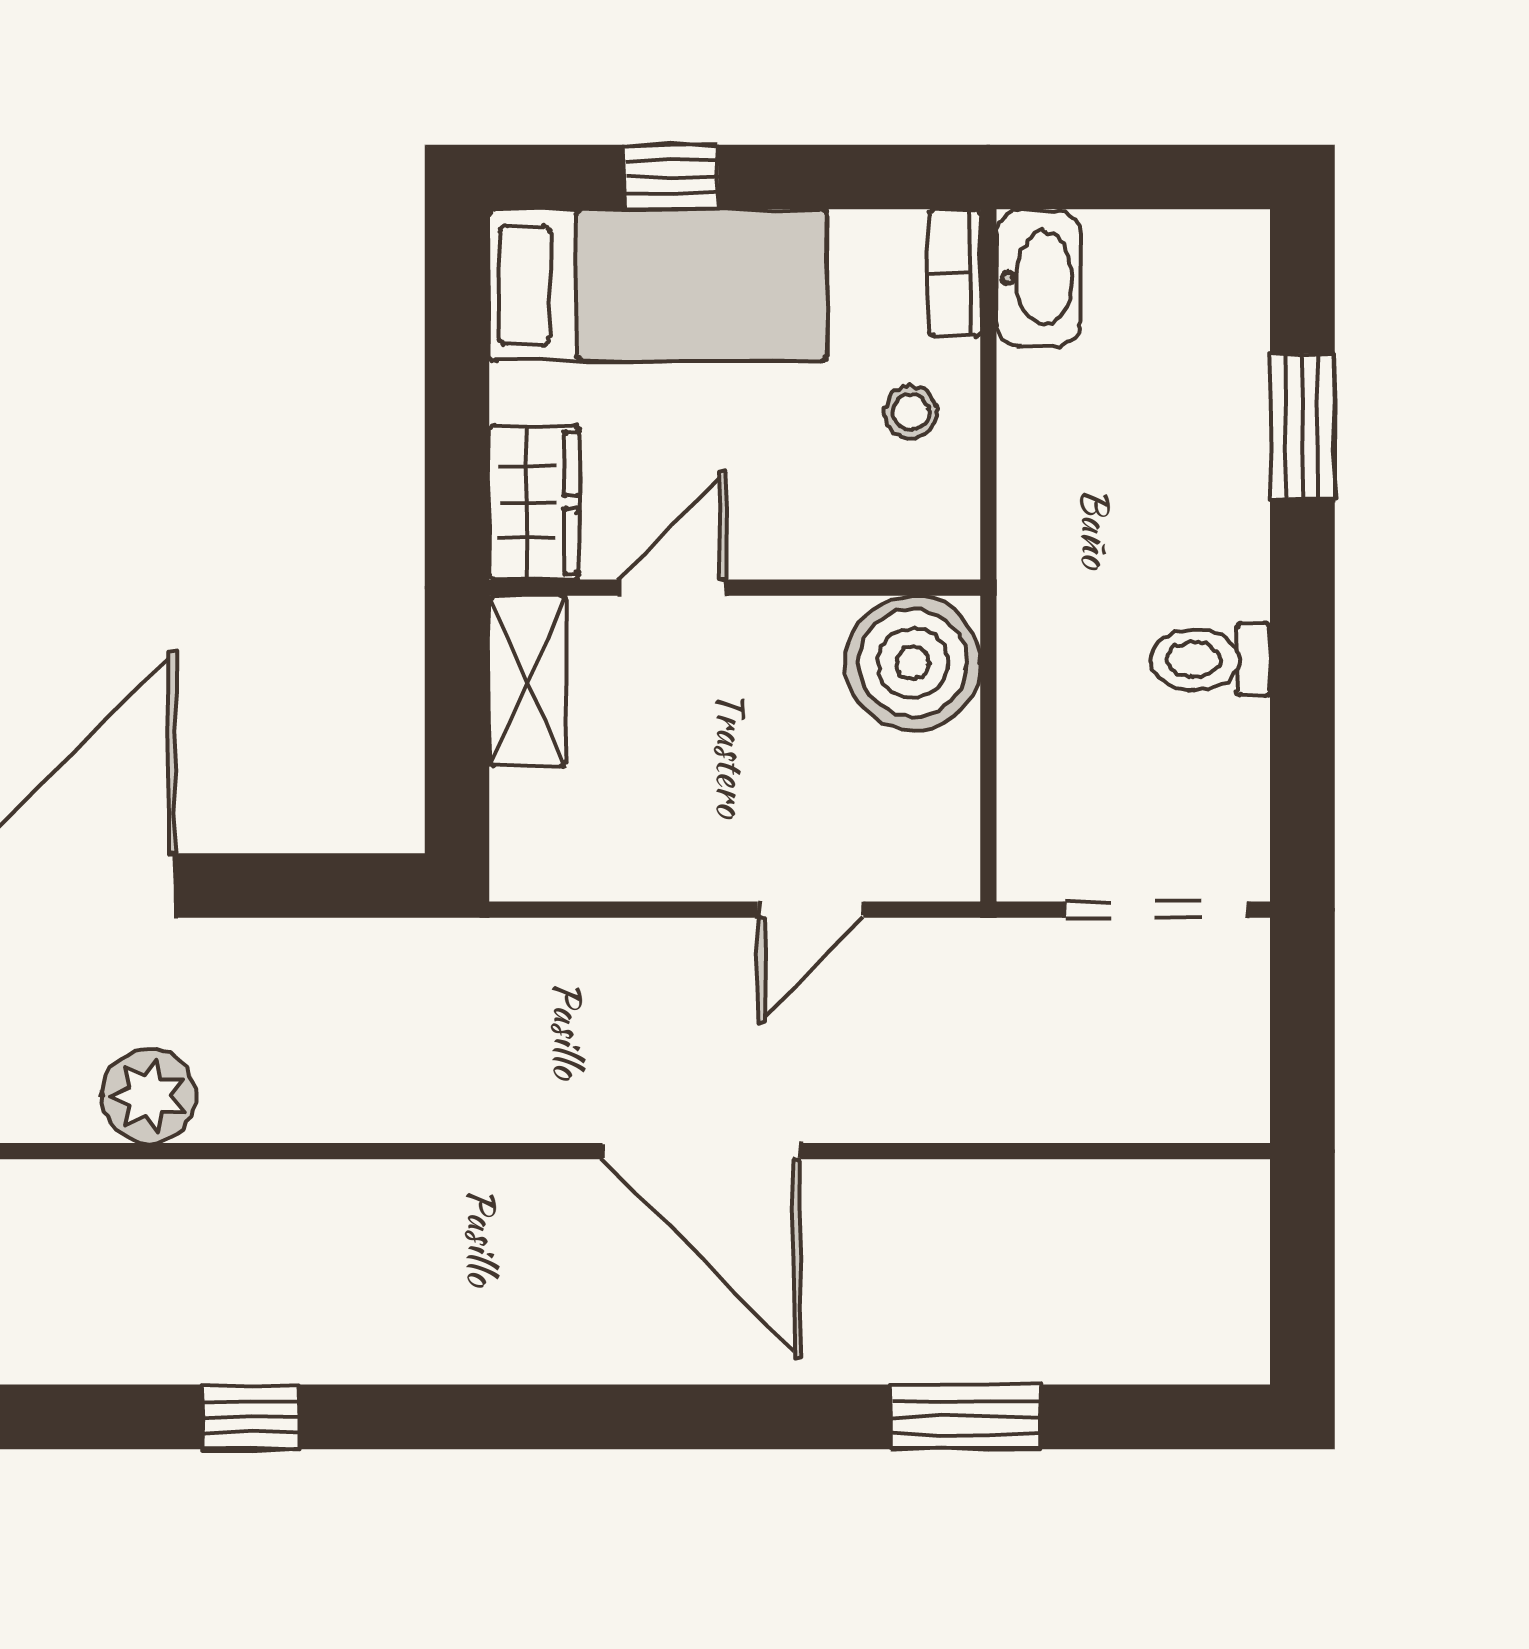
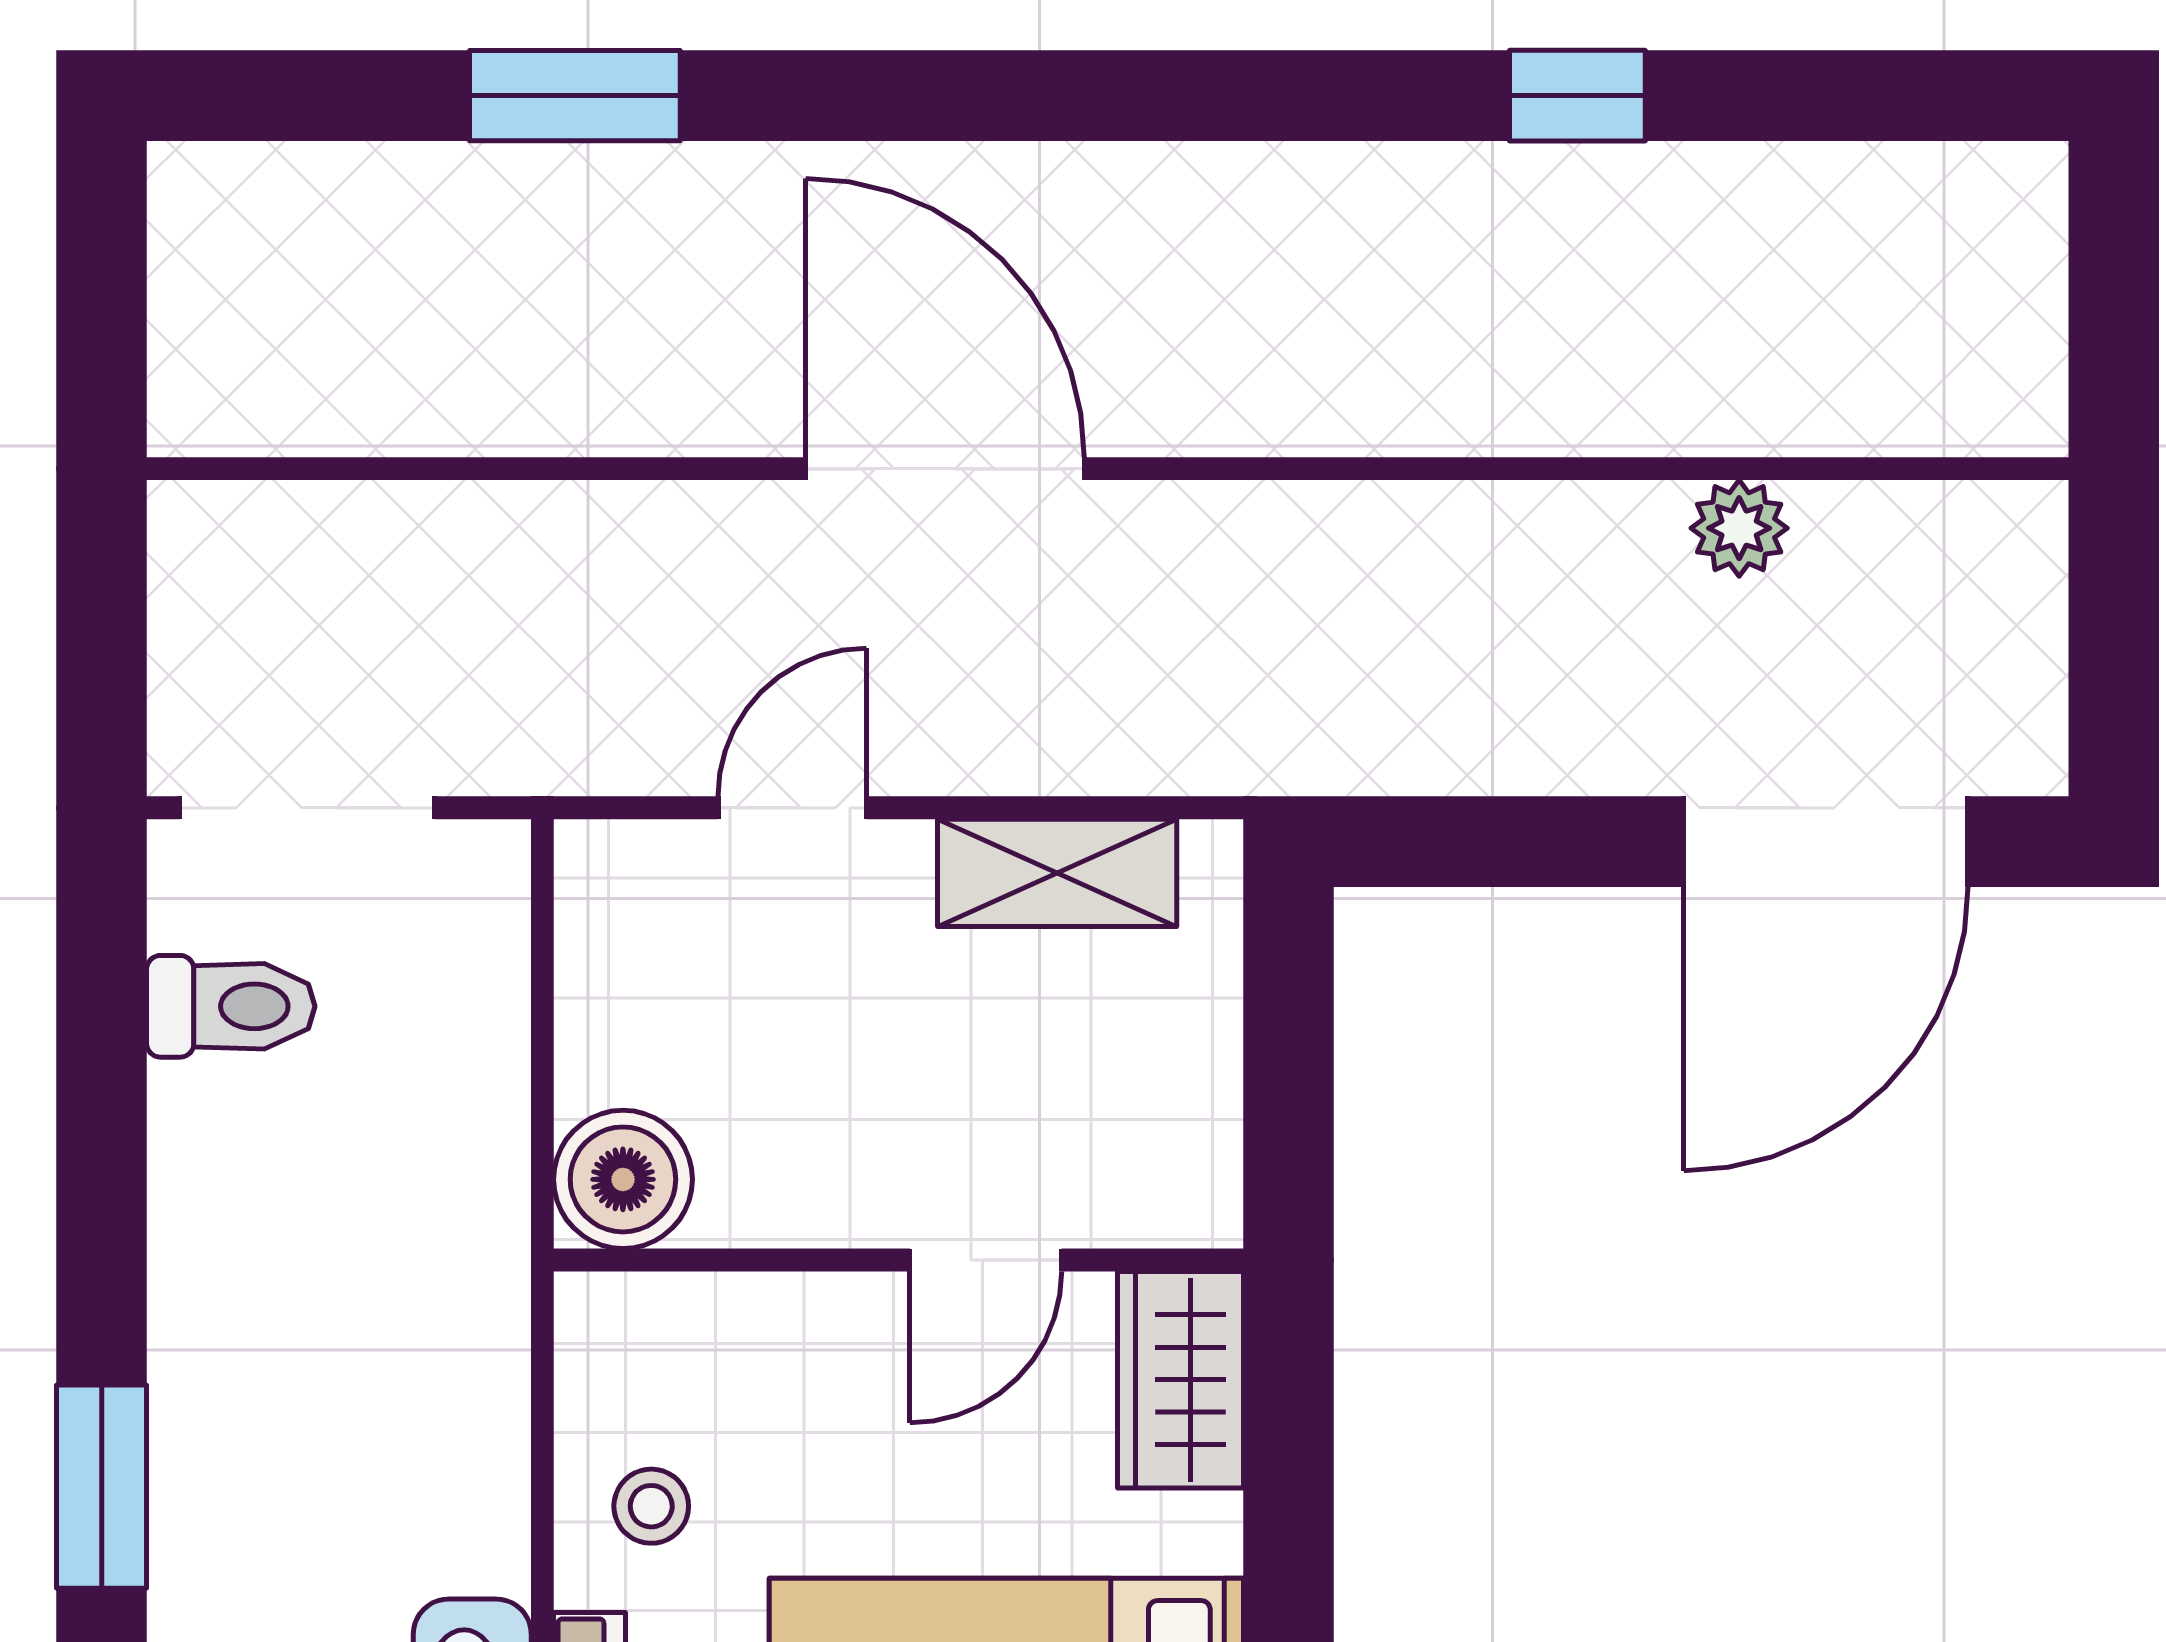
toilet: (1210, 660) -> (231, 1006), moved
boiler: (913, 663) -> (623, 1179), width x0.73, depth x0.73
shelving: (527, 681) -> (1057, 873), moved, turned 90
plant: (149, 1096) -> (1739, 528), width x0.73, depth x0.73

